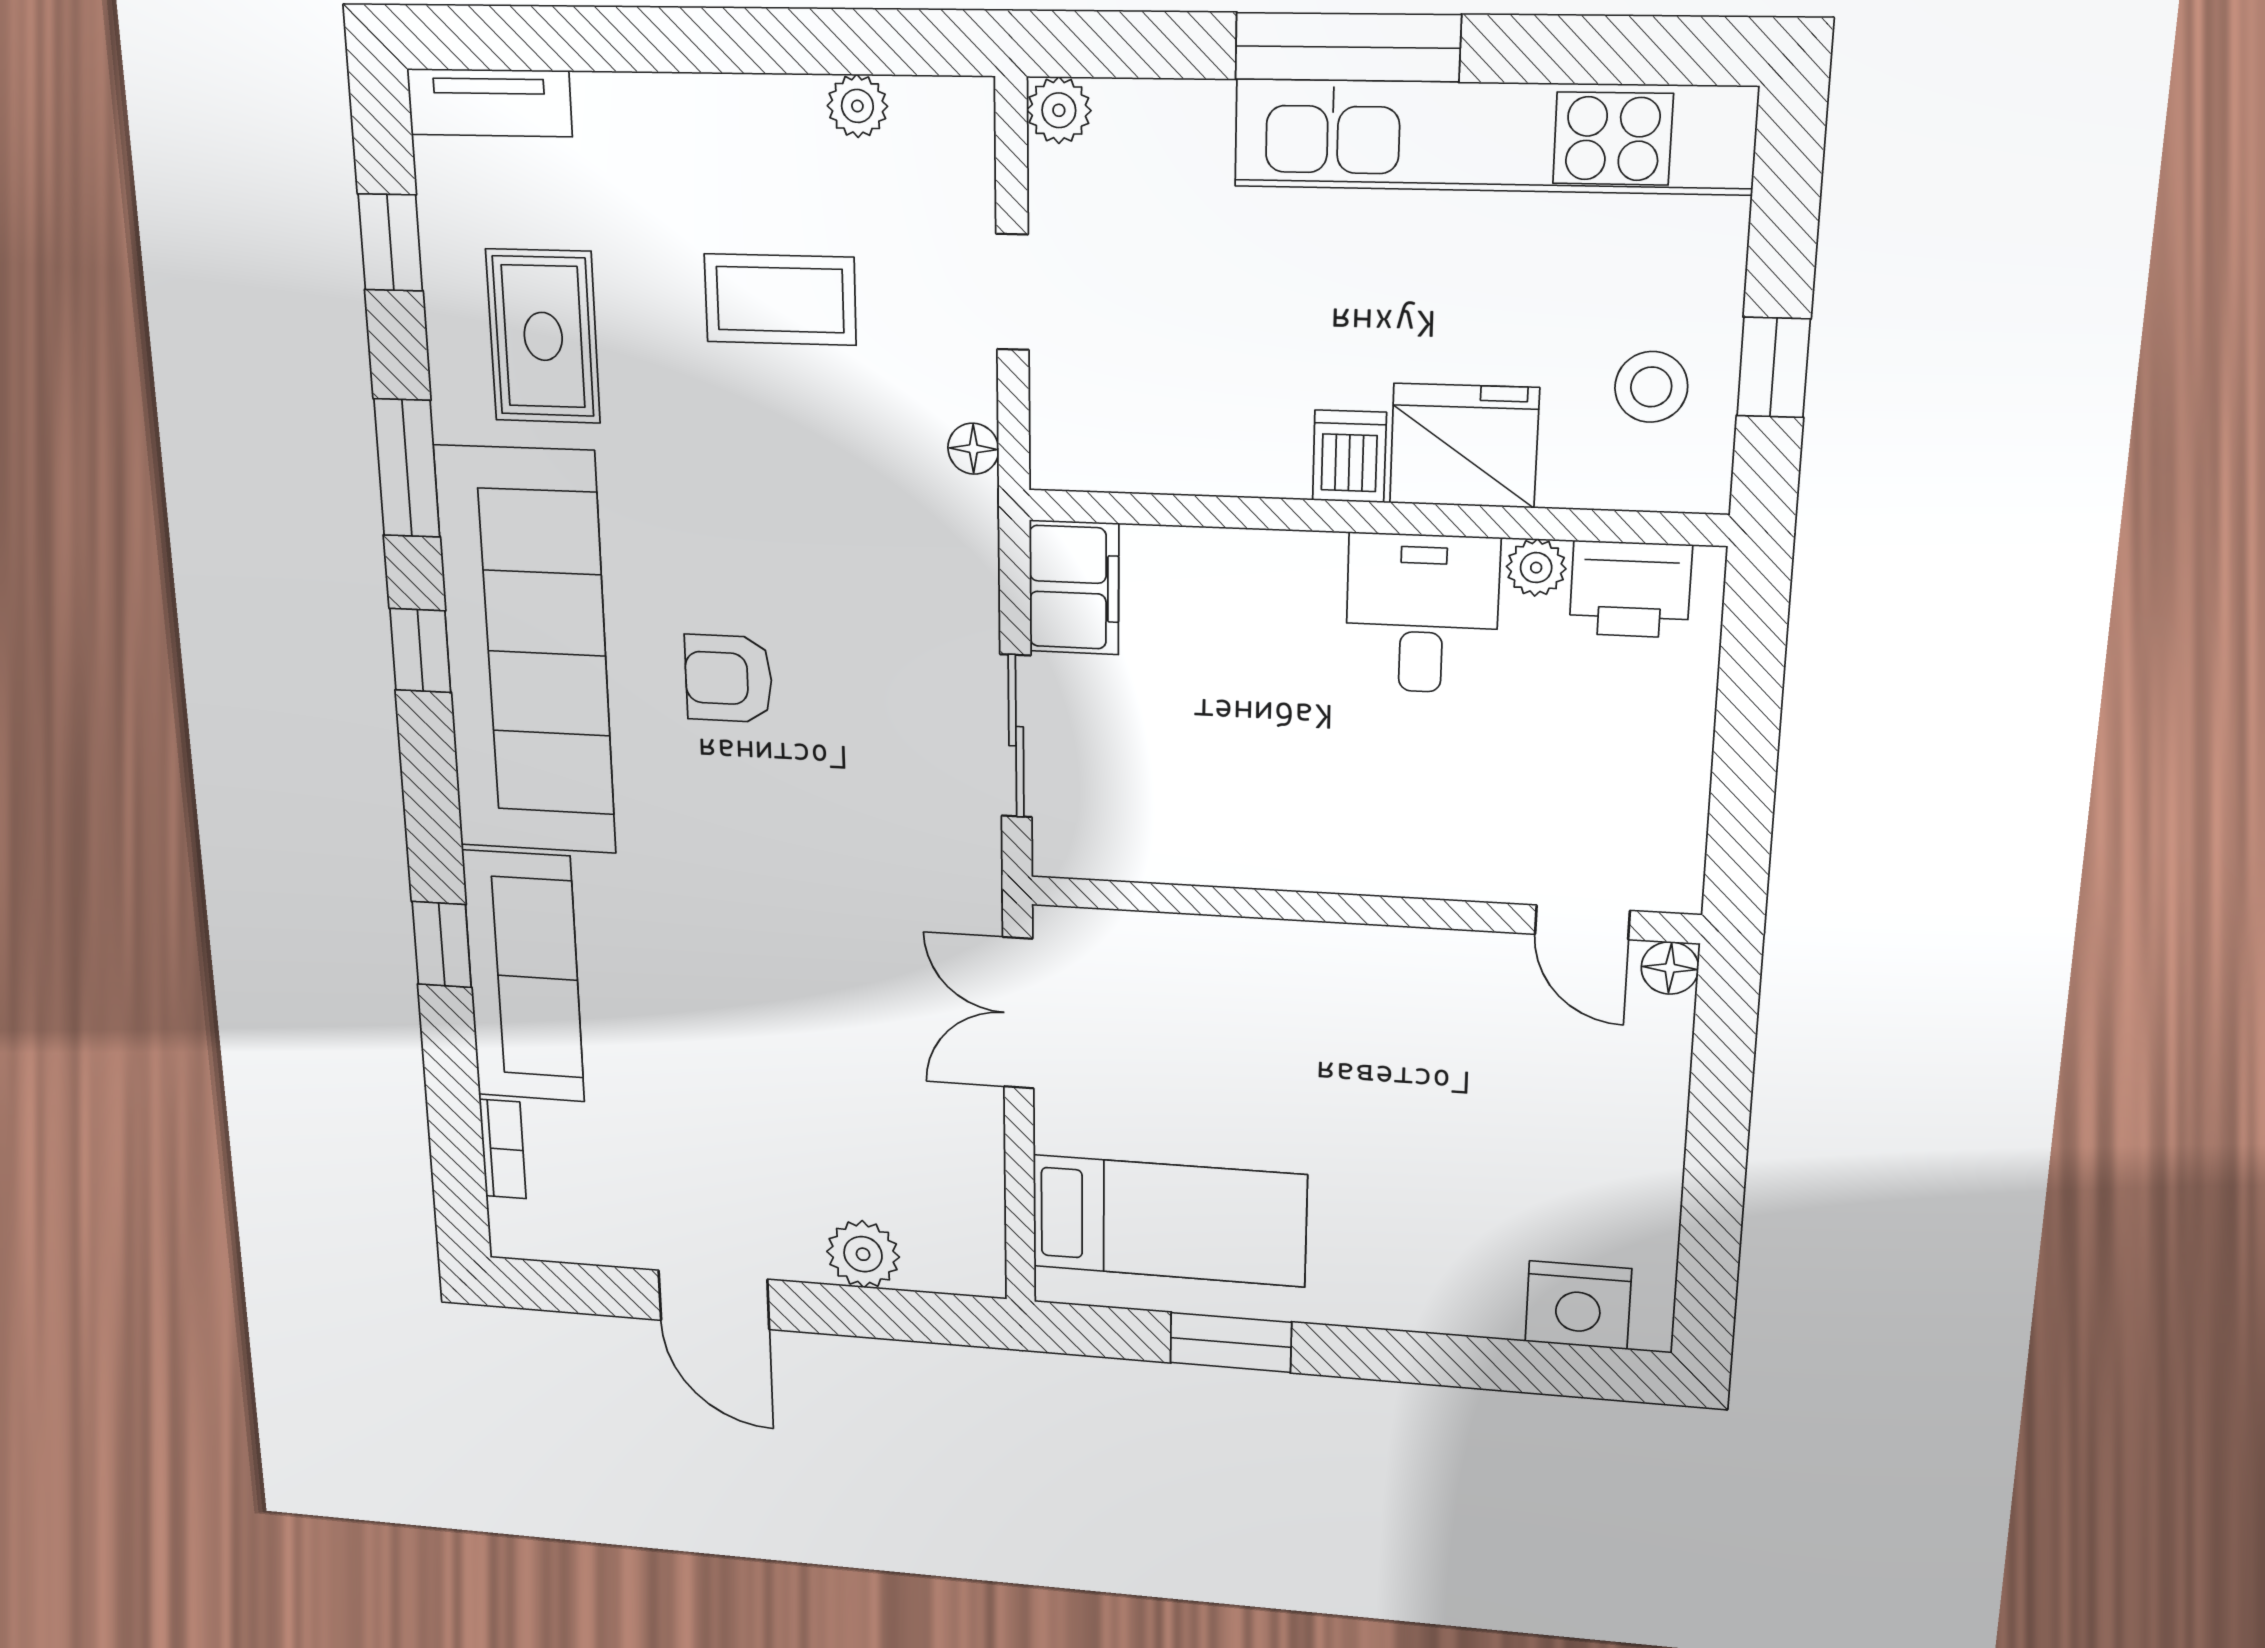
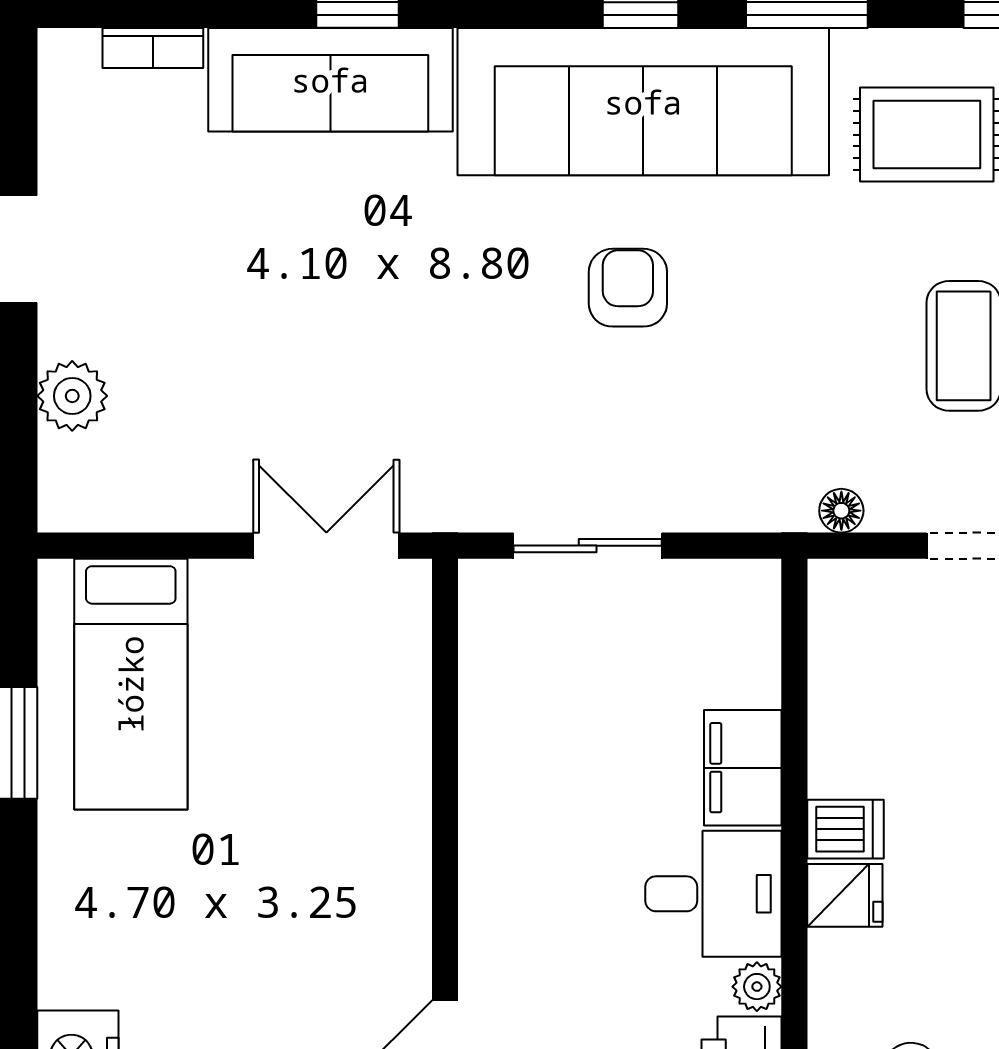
fridge: (1464, 446) -> (845, 895), width x0.53, depth x0.75
filing cabinet: (1074, 588) -> (743, 768), moved, turned 90

